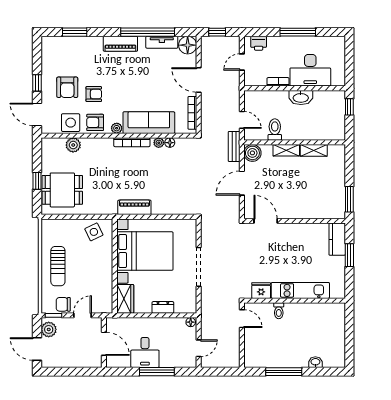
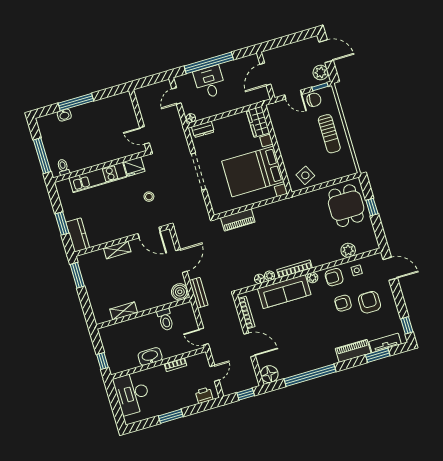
window: (298, 32) -> (171, 416), width x0.69
tv unit: (162, 42) -> (385, 343), moved
piano: (120, 44) -> (353, 351), moved
desk: (310, 70) -> (132, 393), moved, turned -90
window: (37, 83) -> (407, 325), moved
door: (242, 120) -> (204, 337), moved
armchair: (95, 122) -> (334, 277), turned 180
side table: (71, 123) -> (357, 270), width x0.54, depth x0.54
shelving: (286, 150) -> (117, 250), moved
dining table: (62, 190) -> (346, 206), turned 90
piano: (134, 207) -> (238, 220), moved
stool: (255, 256) -> (149, 197), added
sun lounger: (58, 266) -> (329, 134), turned 180
dresser: (163, 307) -> (203, 129), moved
toilet: (279, 311) -> (63, 167), moved
door: (82, 315) -> (293, 95), hinge flipped
window: (349, 328) -> (42, 156), added
door: (104, 344) -> (265, 74), hinge flipped
desk: (145, 352) -> (210, 82), moved
window: (157, 372) -> (209, 63), width x1.46
window: (284, 372) -> (76, 102), moved

